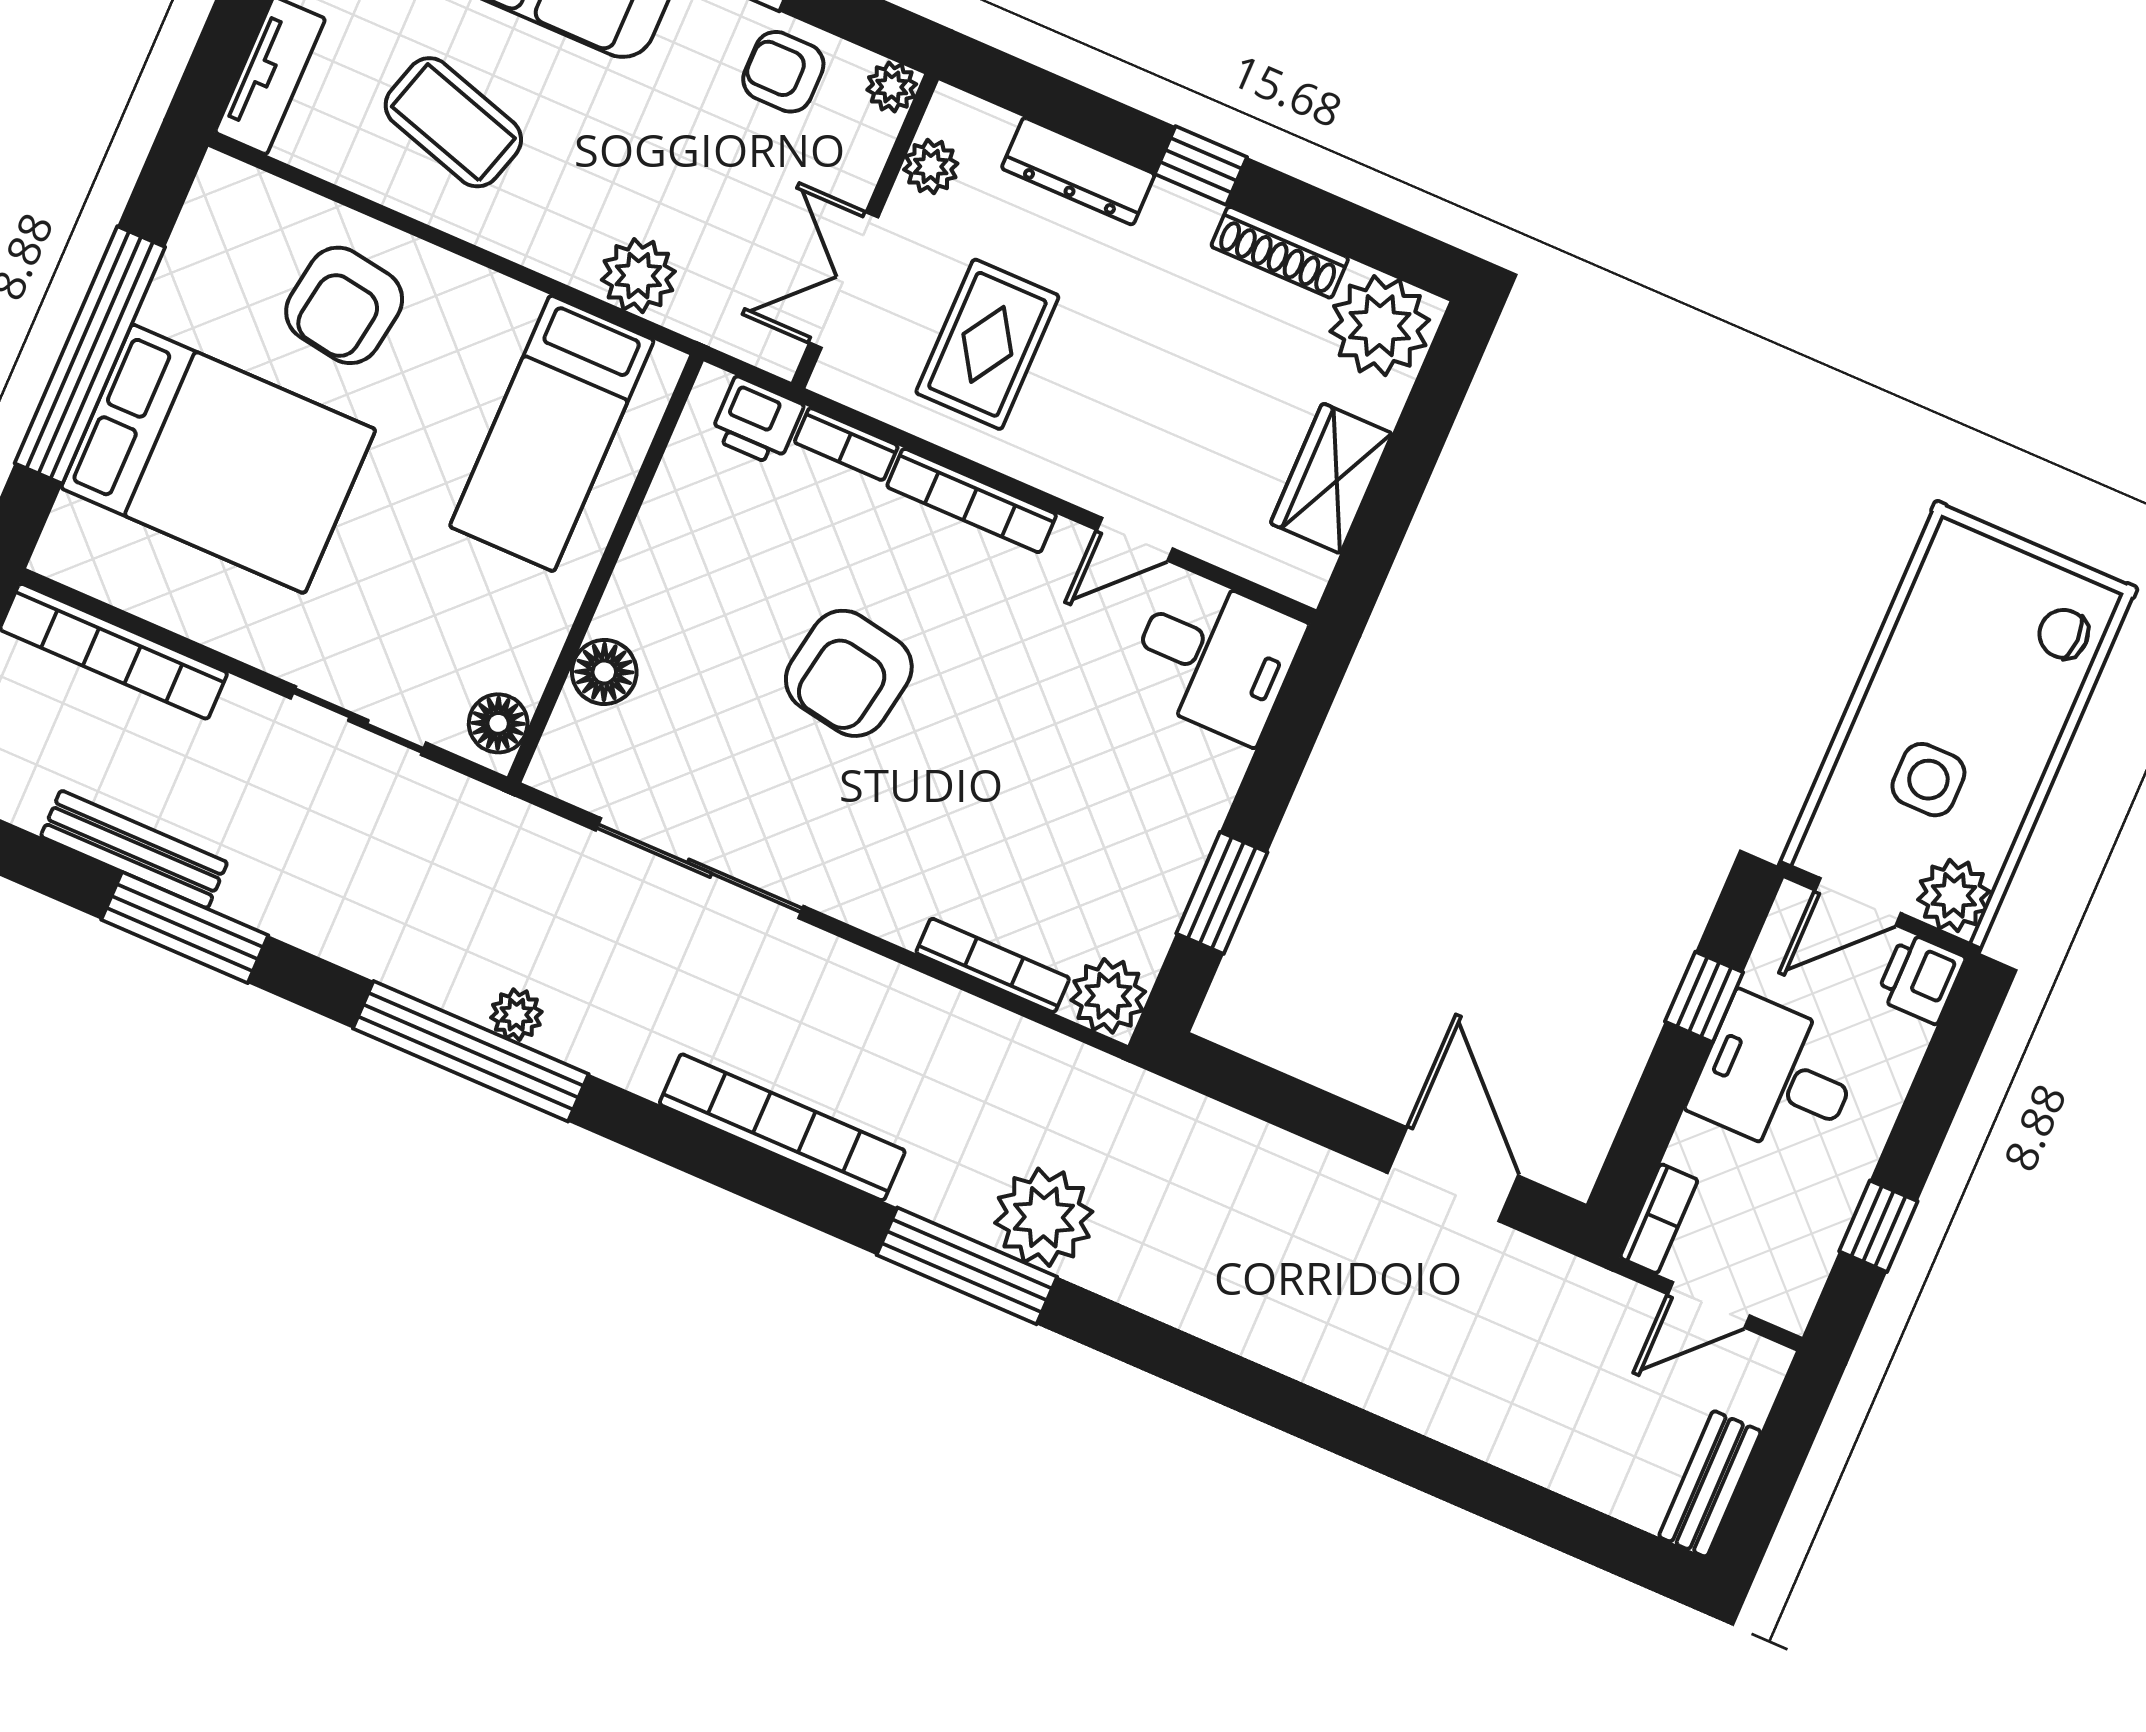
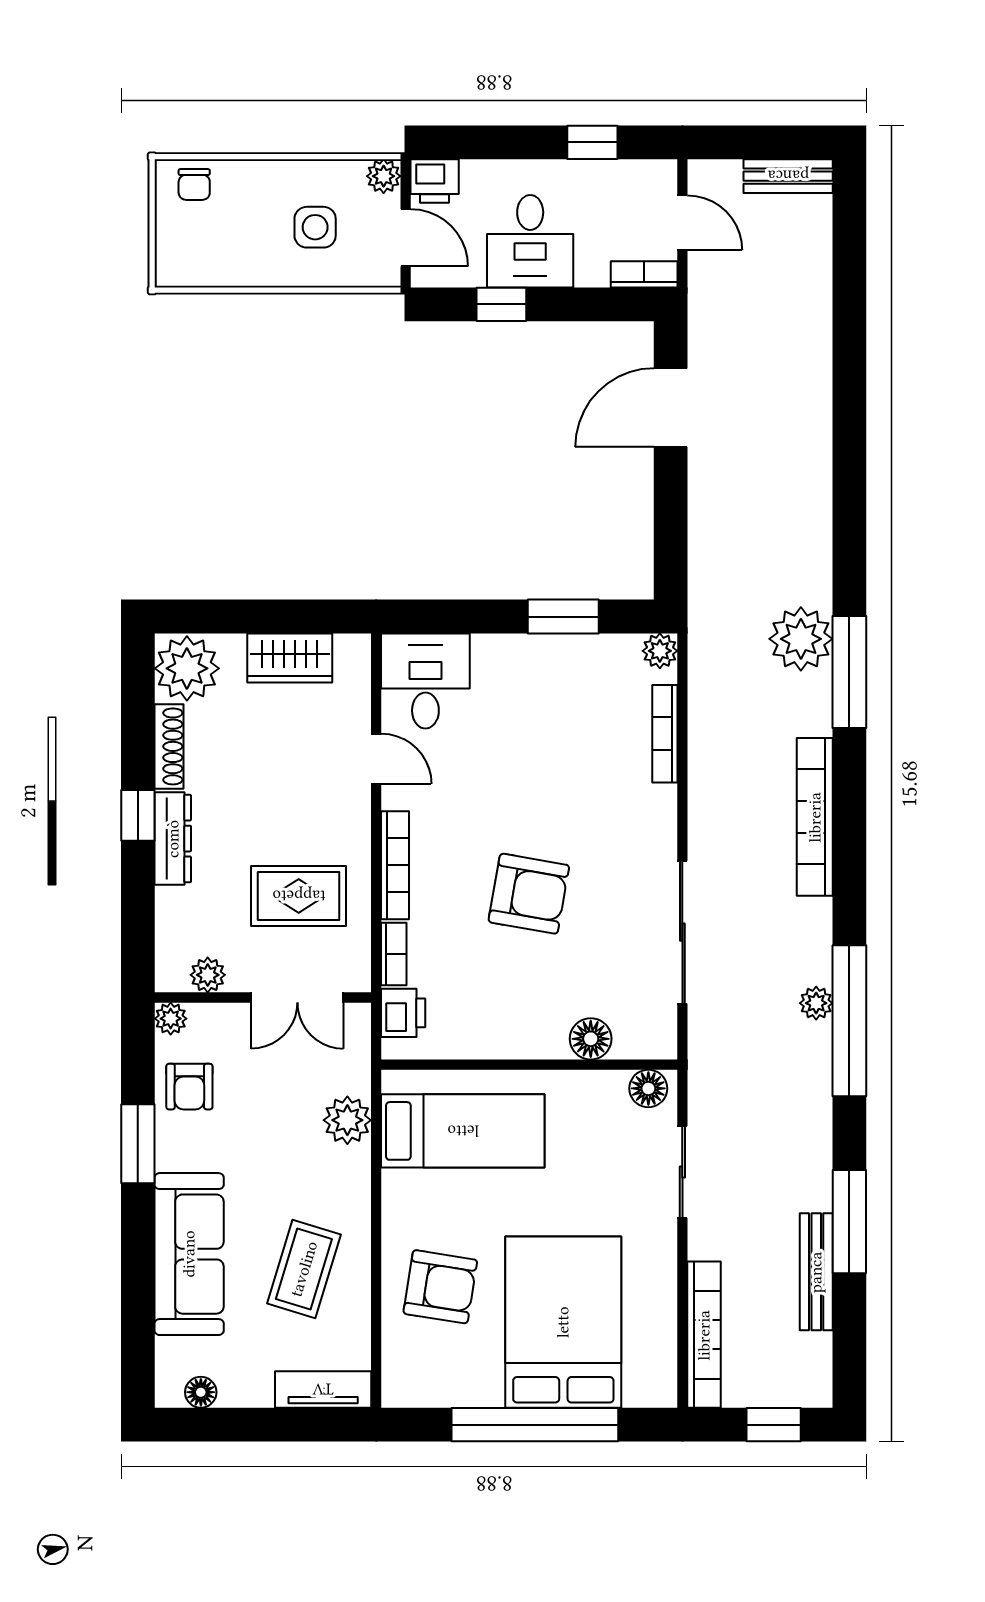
dresser: (1078, 171) -> (173, 839), moved
plant: (1954, 895) -> (384, 176), width x0.73, depth x0.73
plant: (1108, 996) -> (660, 651), width x0.73, depth x0.73

